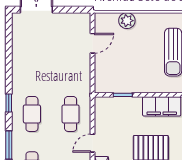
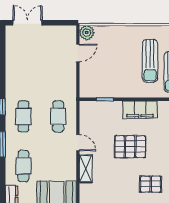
plant: (127, 21) -> (87, 33), moved
door: (93, 143) -> (78, 143), swing flipped

